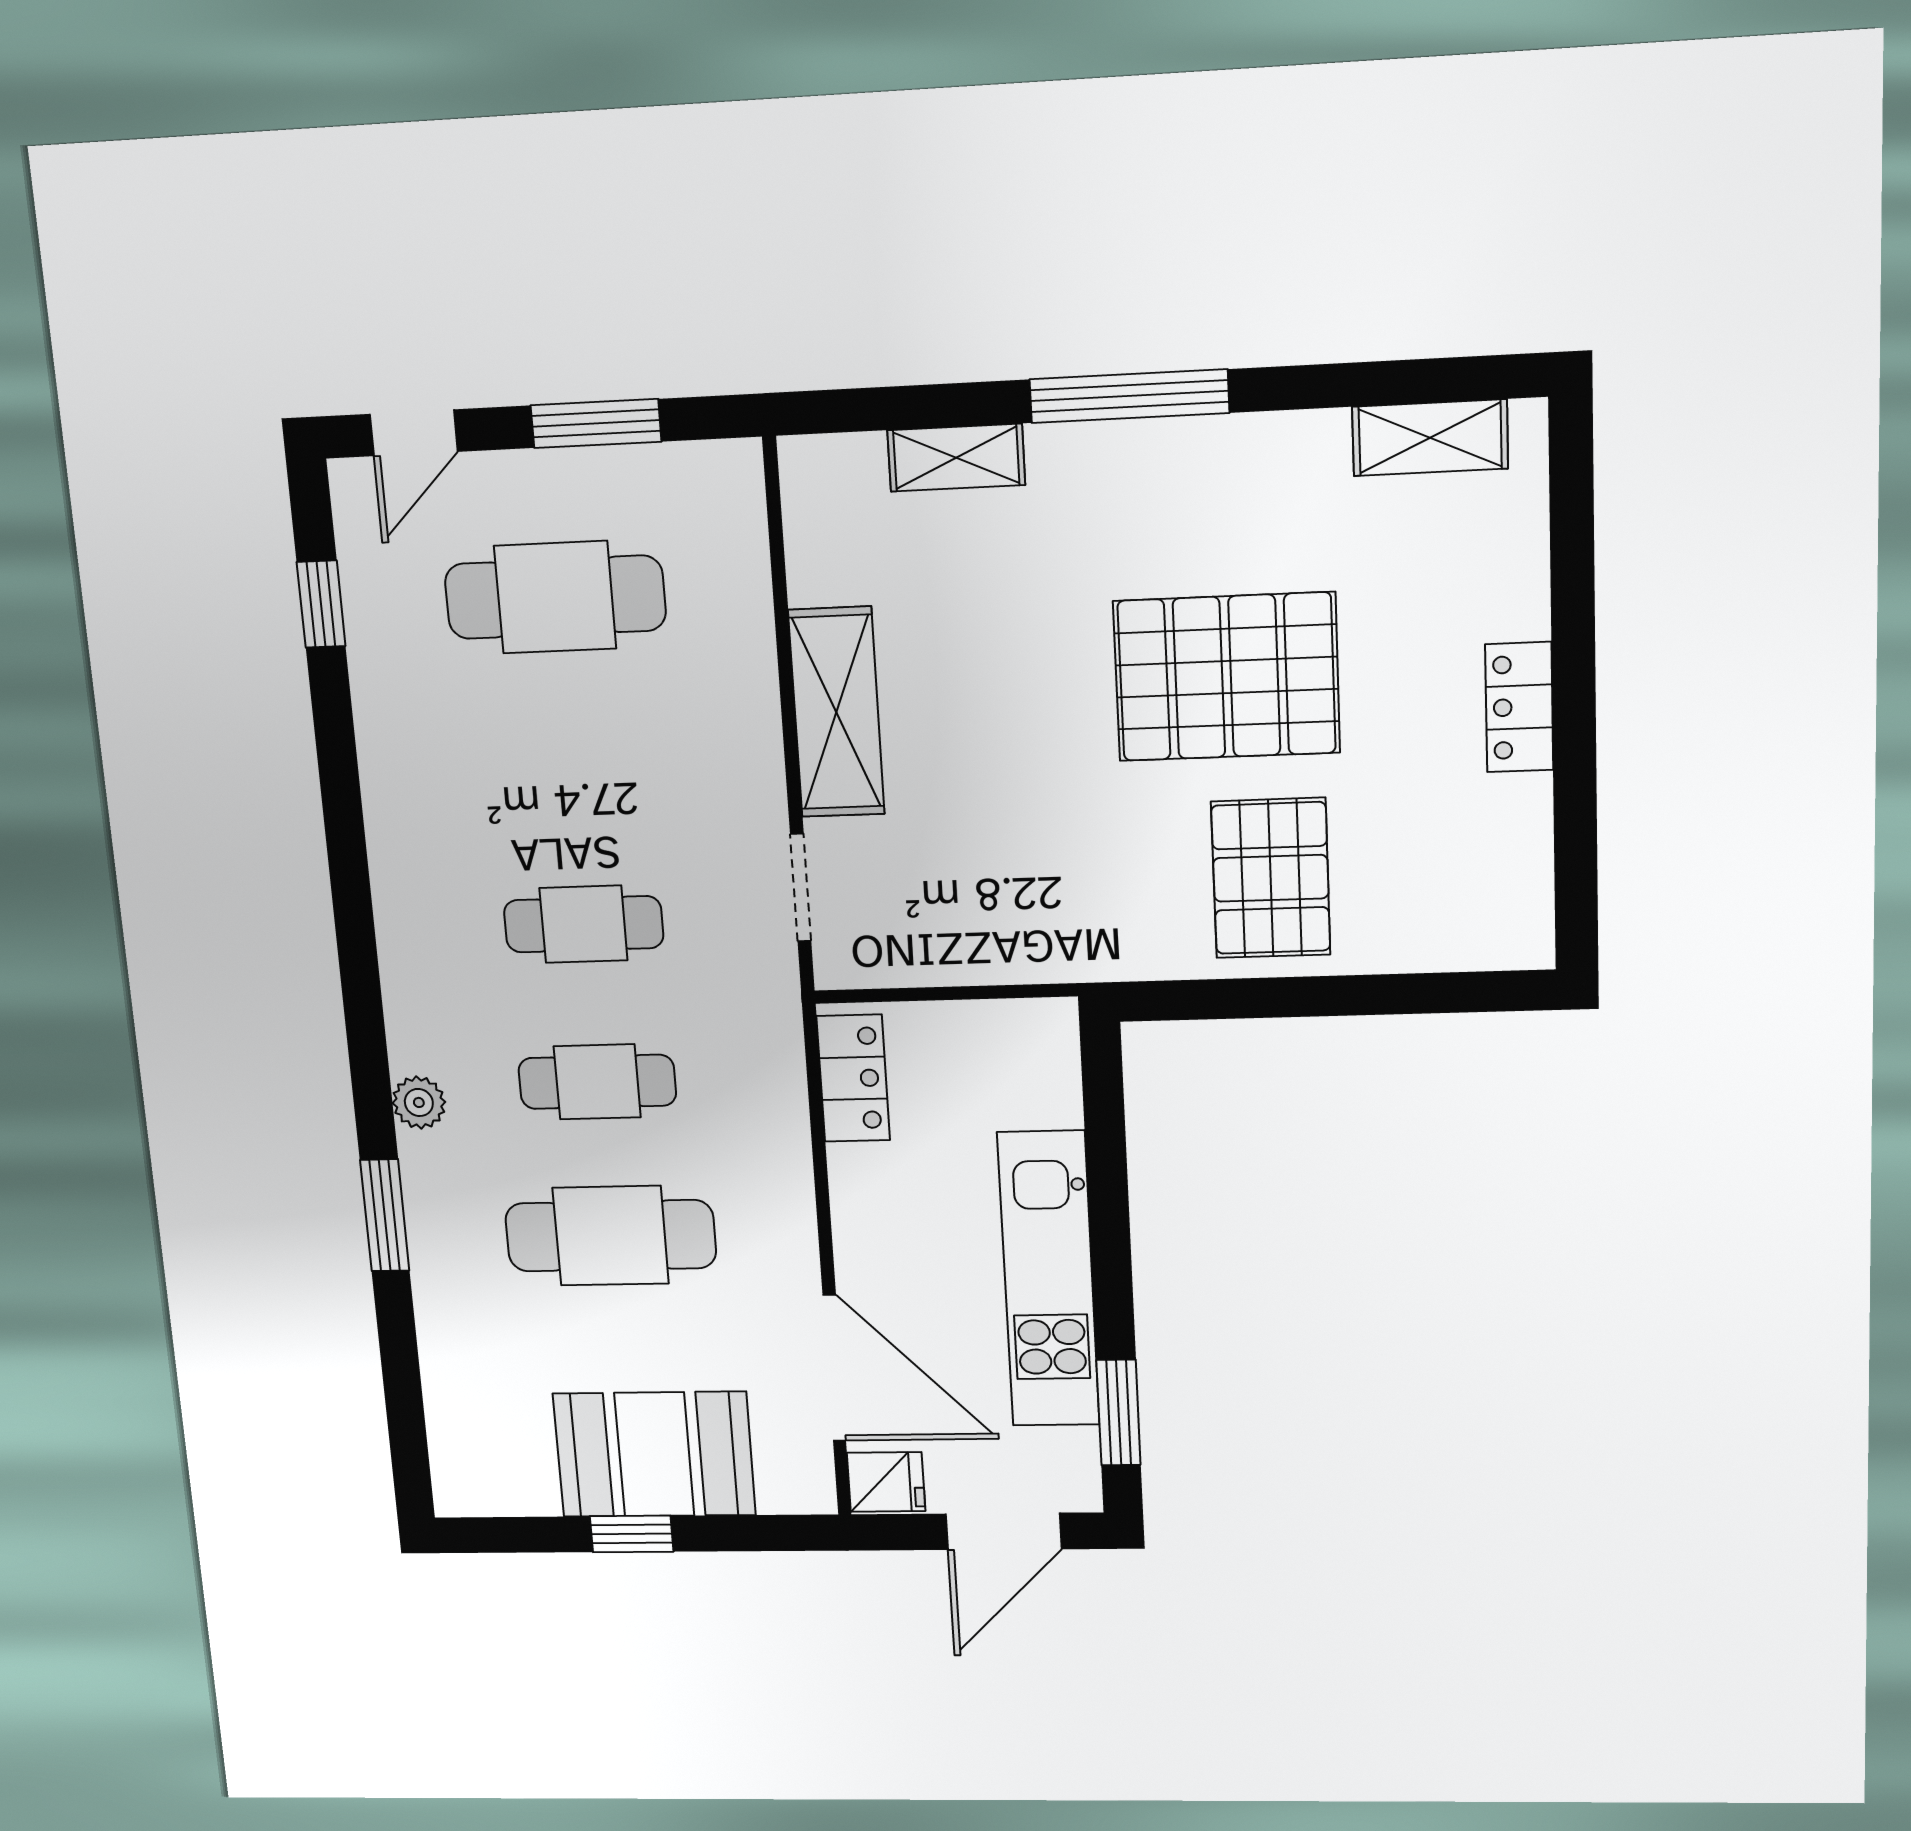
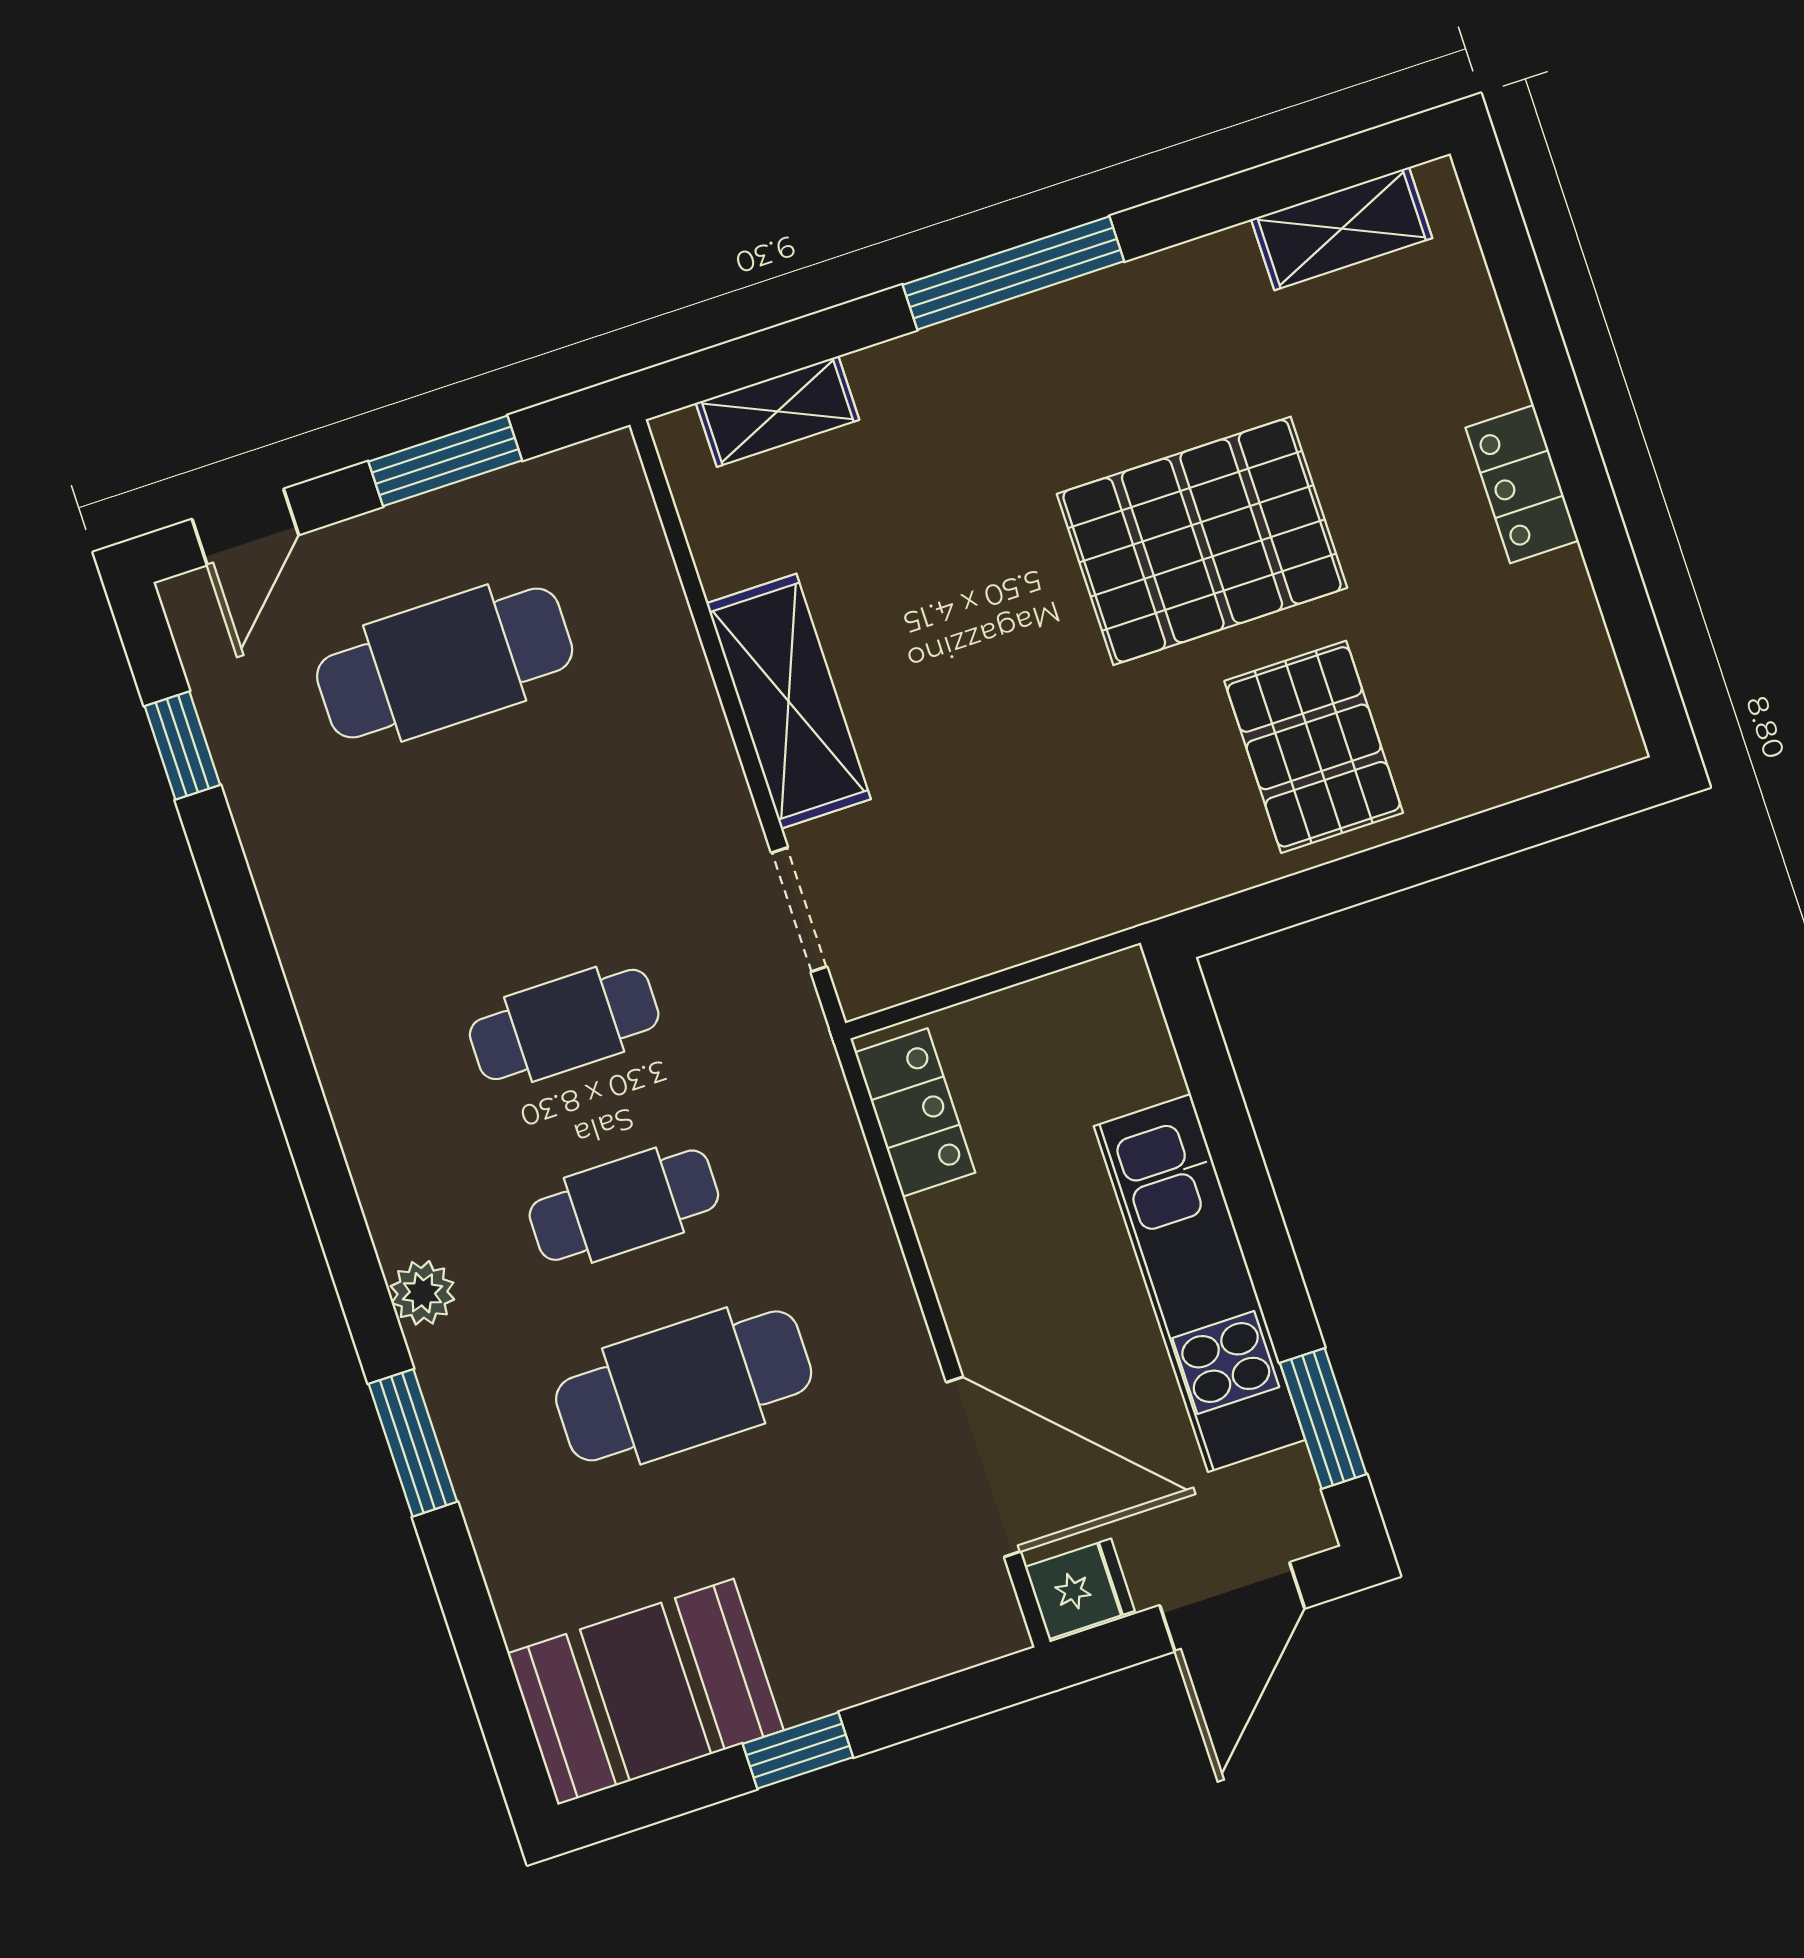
shelving: (956, 458) -> (778, 411), moved
booth: (654, 1454) -> (646, 1692), moved

